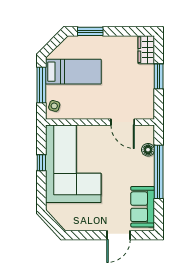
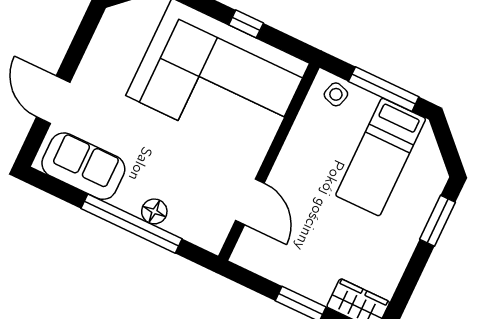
door: (123, 122) -> (250, 202), swing flipped
floor lamp: (148, 150) -> (154, 211), moved

